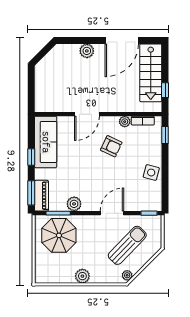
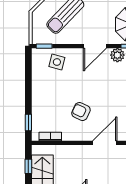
plant: (125, 122) -> (68, 136), removed
side table: (151, 173) -> (57, 62), moved
door: (112, 213) -> (95, 46), moved

